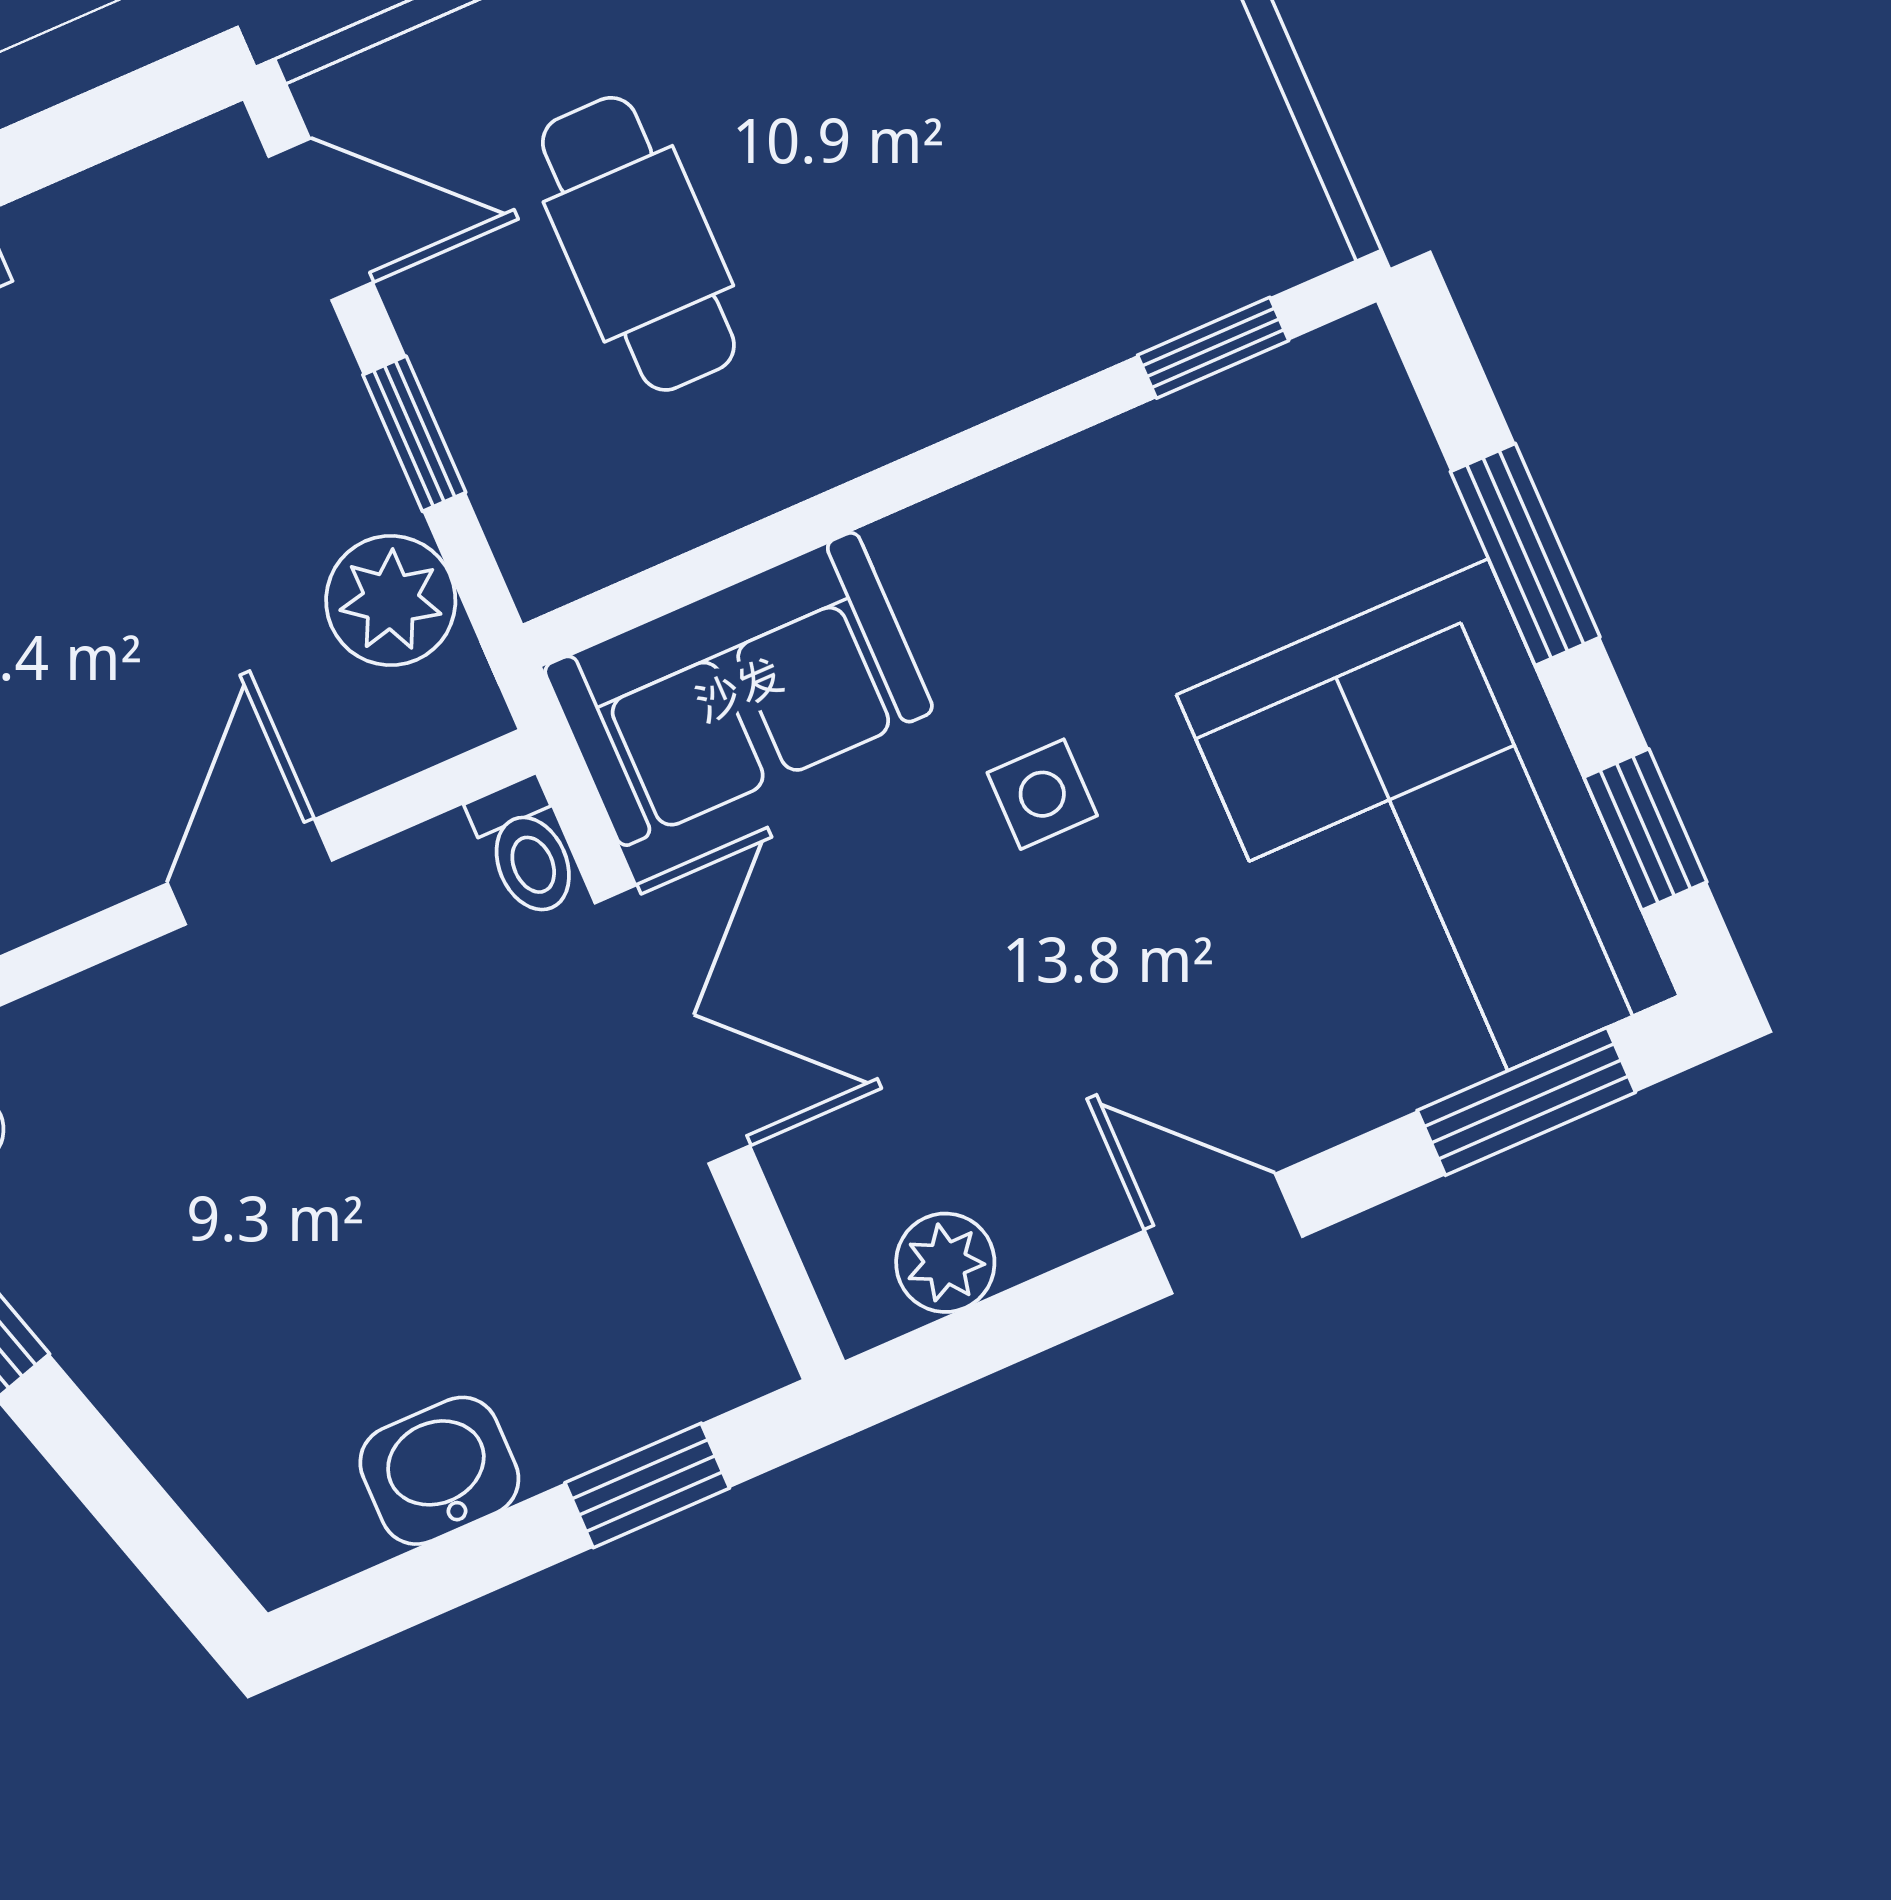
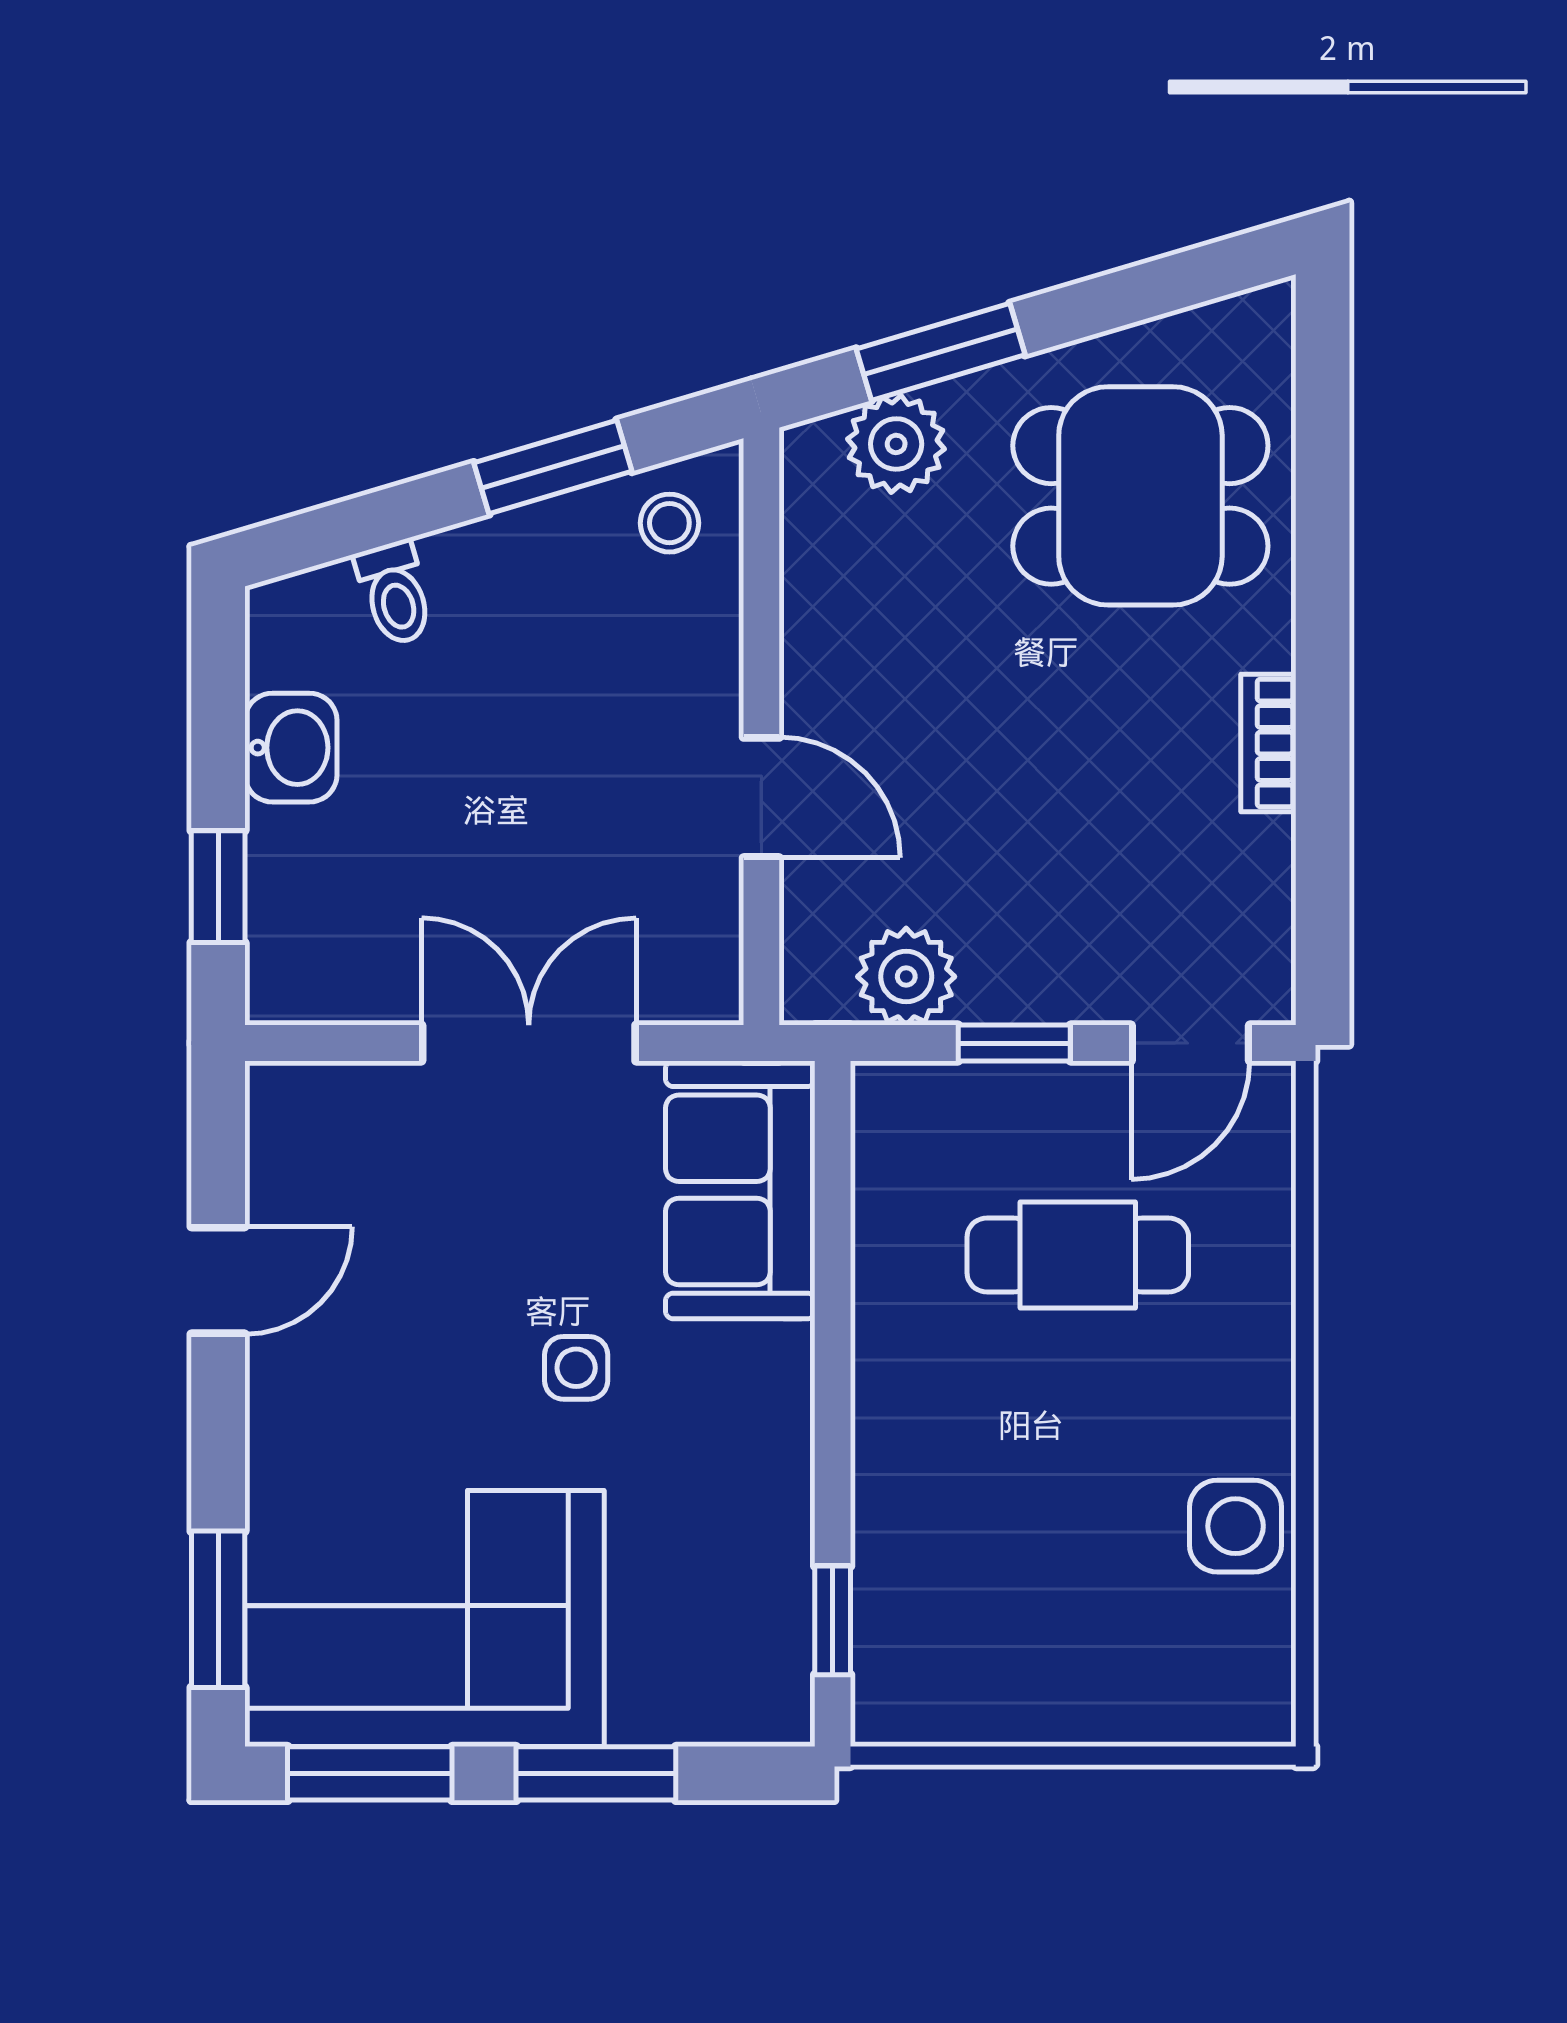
window: (1645, 830) -> (370, 1773), width x1.50
toilet: (526, 848) -> (395, 593), moved, turned -107
double door: (672, 1024) -> (529, 1043), swing flipped
door: (1224, 1234) -> (218, 1280), moved
plant: (945, 1263) -> (282, 1160), removed

